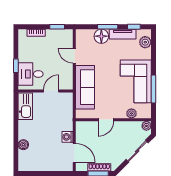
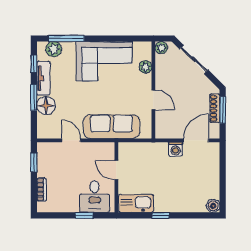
door: (74, 56) -> (71, 140), swing flipped
window: (153, 89) -> (66, 39), moved
window: (16, 125) -> (161, 215), added
boiler: (23, 145) -> (213, 206), moved

